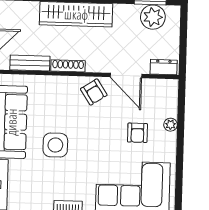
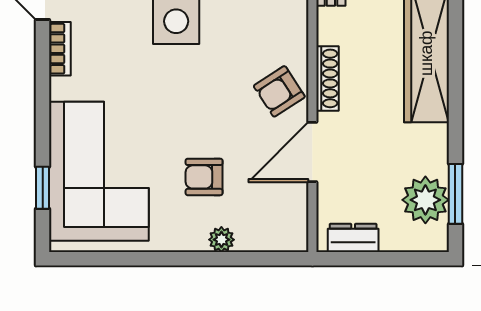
shoe rack: (68, 66) -> (328, 78), moved
dresser: (164, 67) -> (353, 238), moved, turned -90

